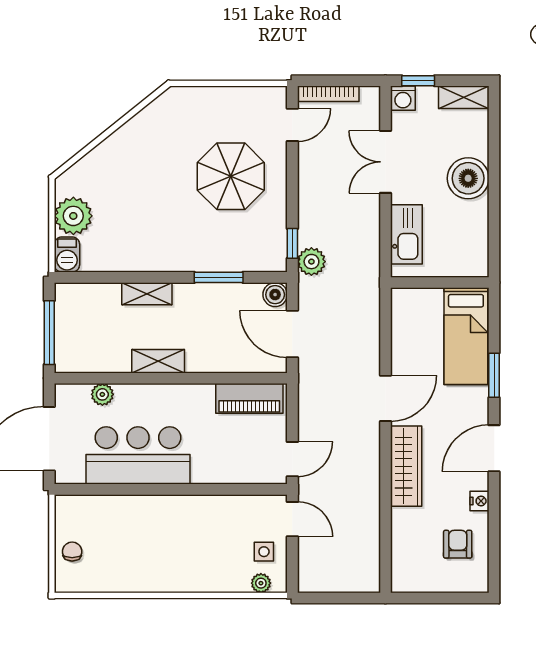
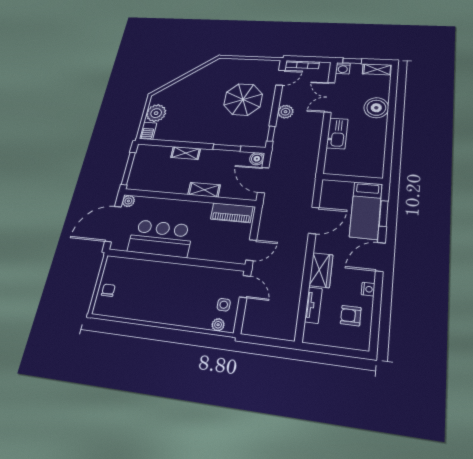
plant: (311, 262) -> (286, 112), moved
wall: (440, 283) -> (352, 179), moved
bed: (466, 336) -> (366, 210), moved
shelving: (158, 361) -> (204, 190), moved
plant: (102, 394) -> (128, 201), moved
wardrobe: (406, 466) -> (321, 270), width x0.67
tv unit: (401, 535) -> (313, 305), added
armchair: (458, 544) -> (351, 316), turned -90

